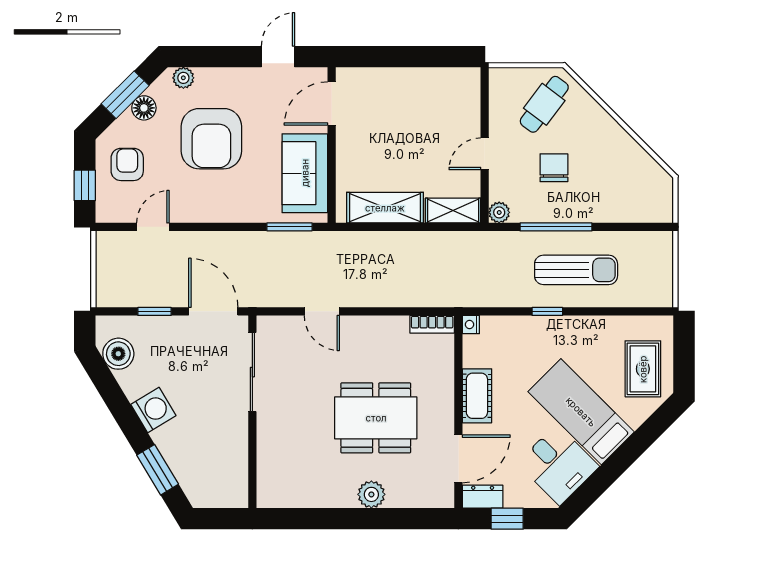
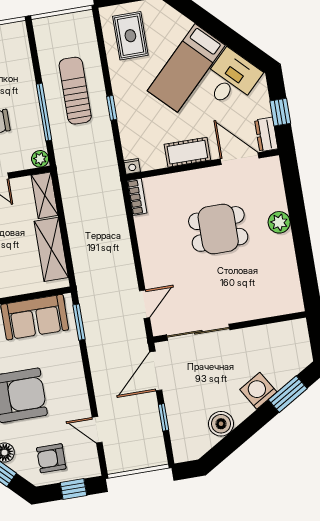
door: (322, 311) -> (145, 304), moved
boiler: (118, 354) -> (221, 424), moved
rug: (643, 369) -> (130, 36), moved, turned 90
washing machine: (153, 410) -> (258, 391), moved
dining table: (376, 418) -> (218, 229), width x0.73

